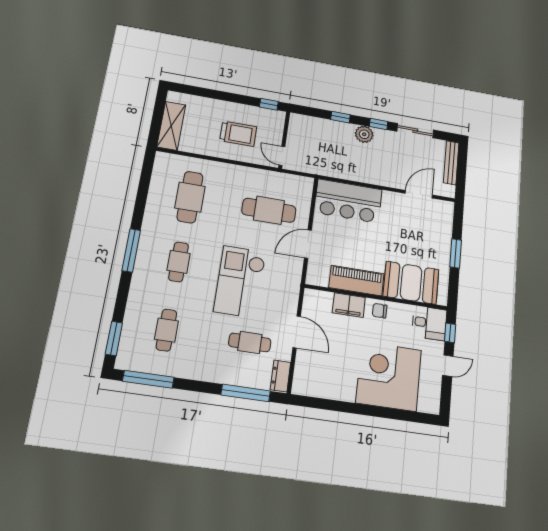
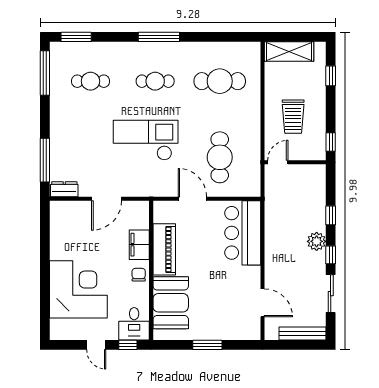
window: (203, 92) -> (331, 76), added
cafe table: (250, 342) -> (91, 157), removed

